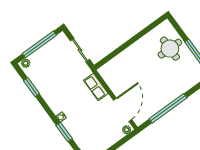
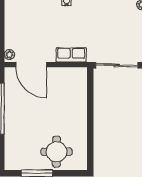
sliding door: (80, 50) -> (117, 65), width x1.37

